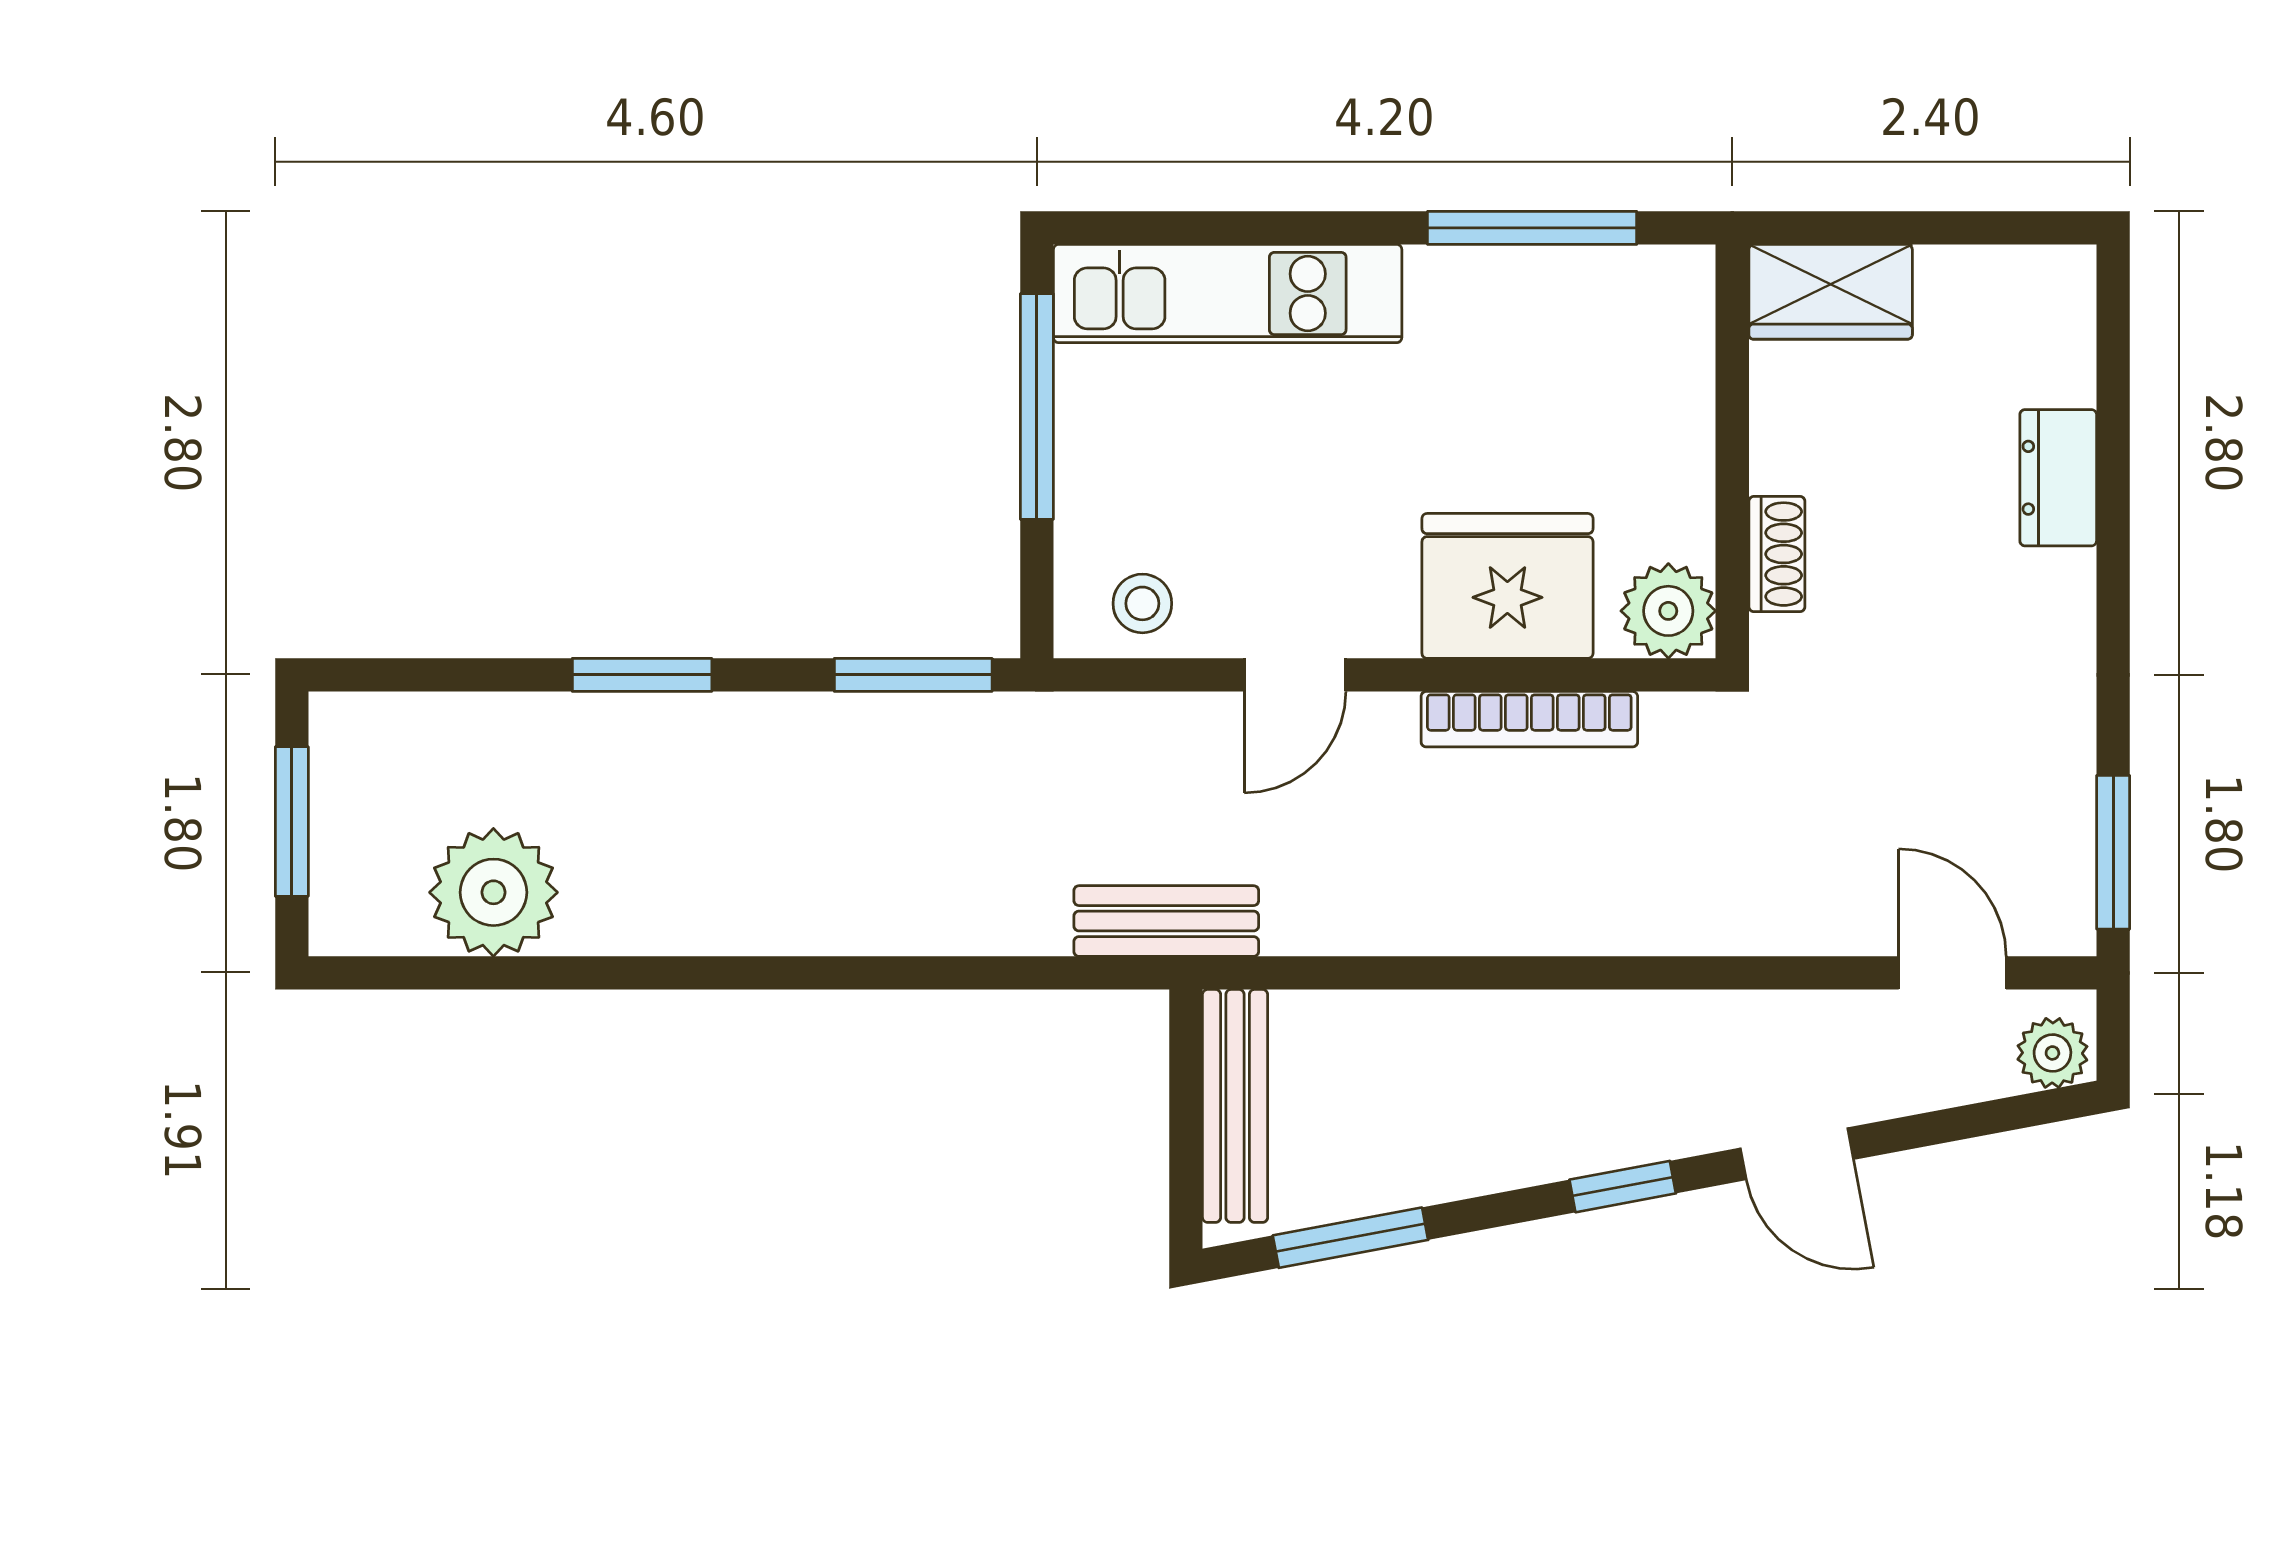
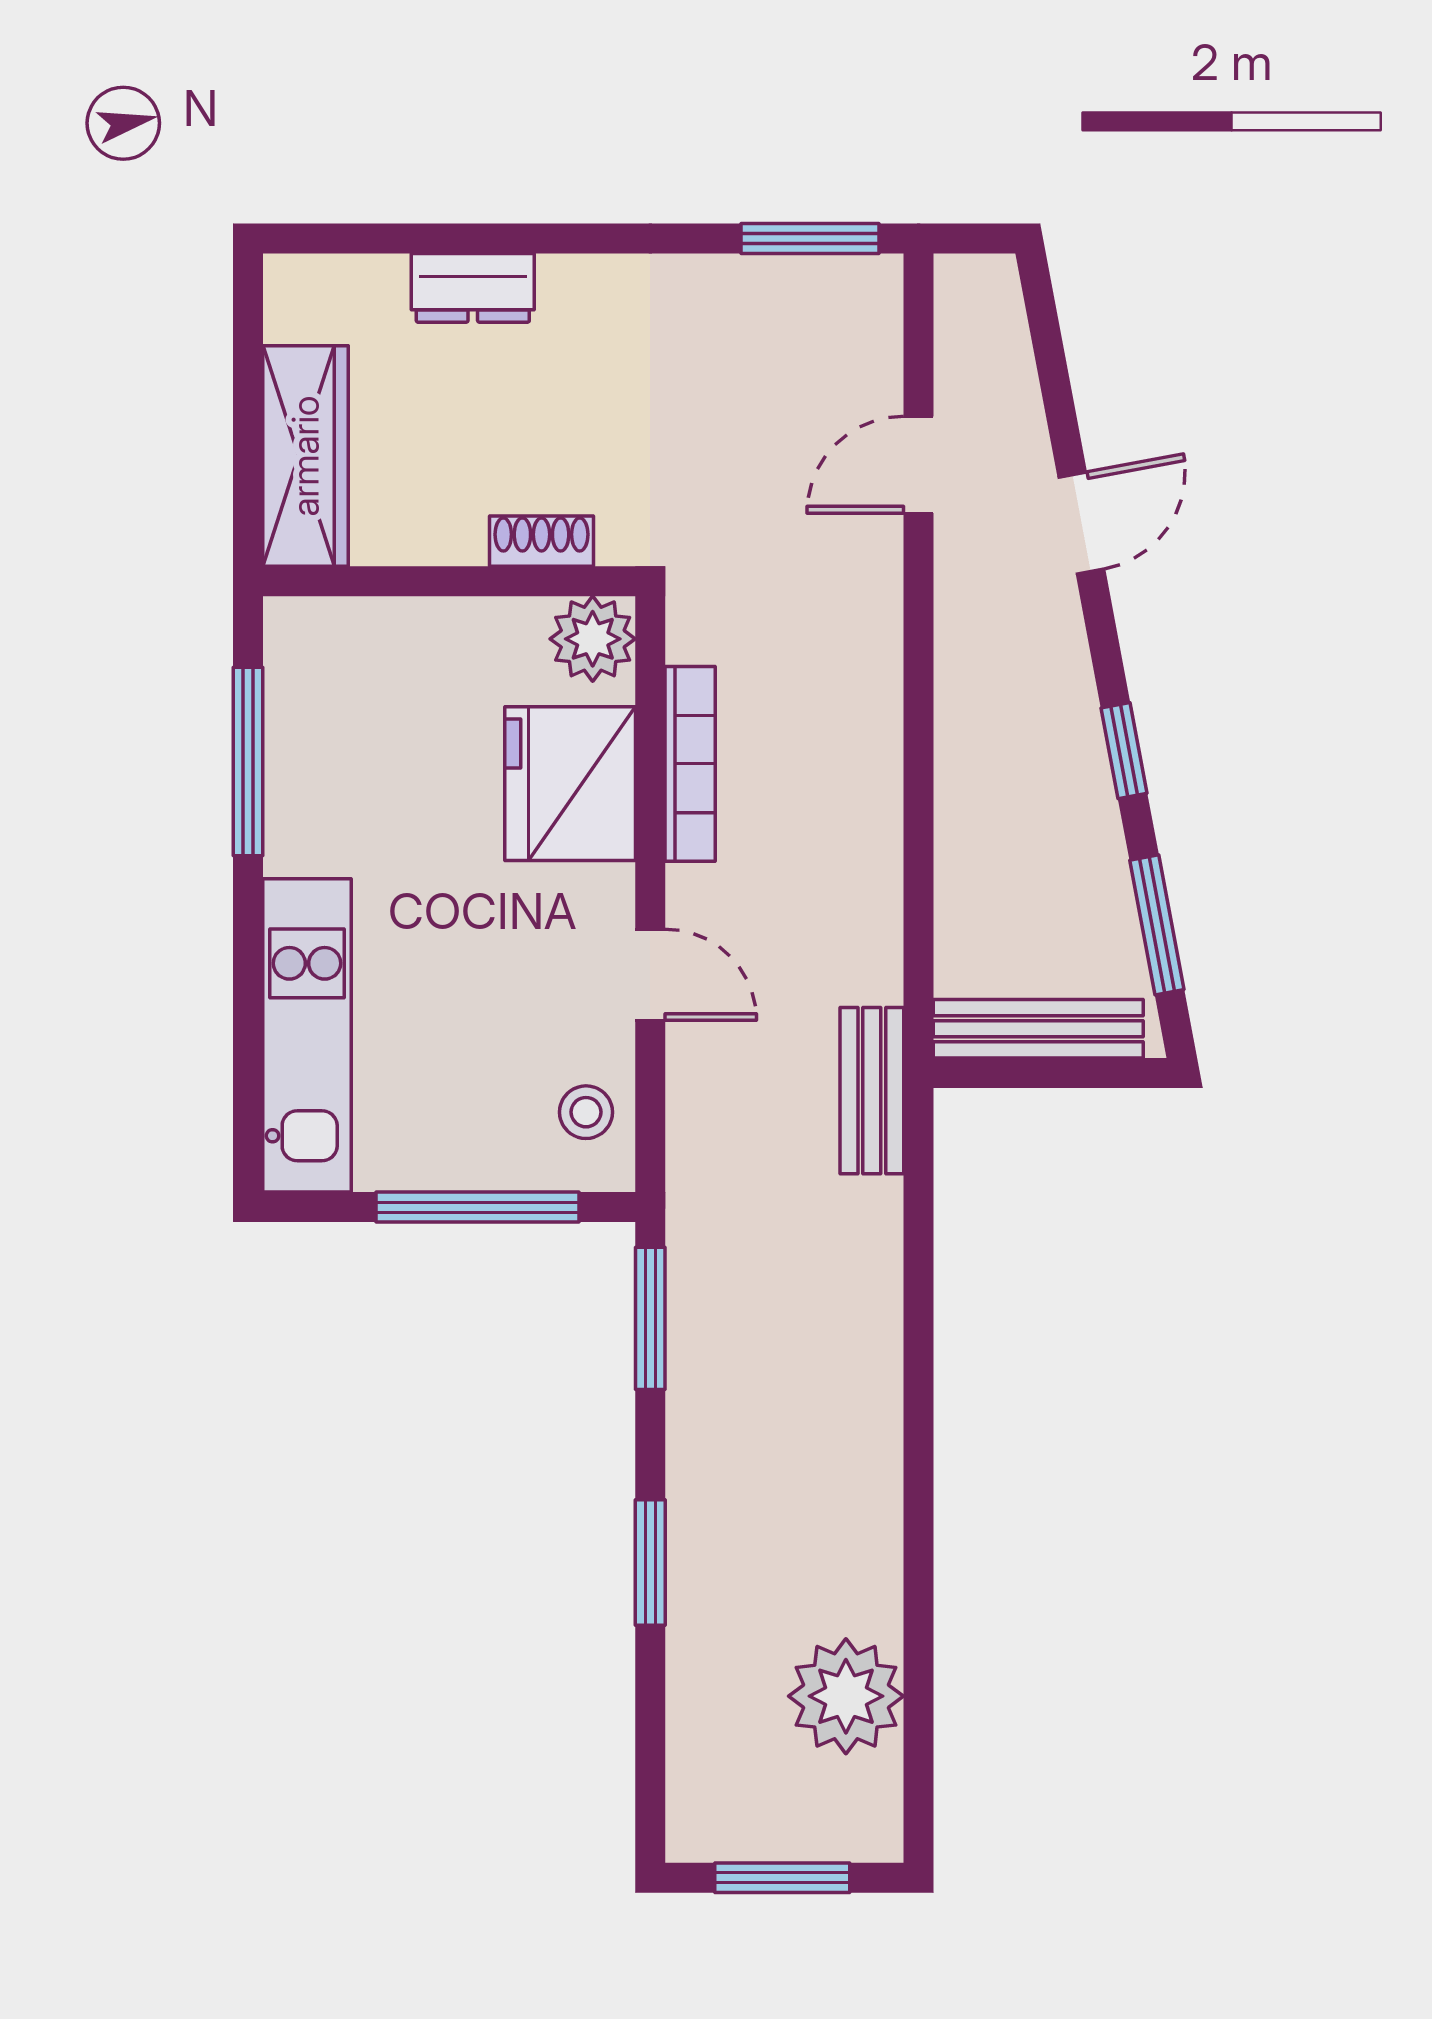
wardrobe: (1831, 292) -> (305, 456), width x1.50
window: (1037, 406) -> (478, 1207), moved
door: (1952, 973) -> (919, 465), moved
plant: (2052, 1053) -> (991, 293), removed
window: (1623, 1187) -> (1124, 751), moved

